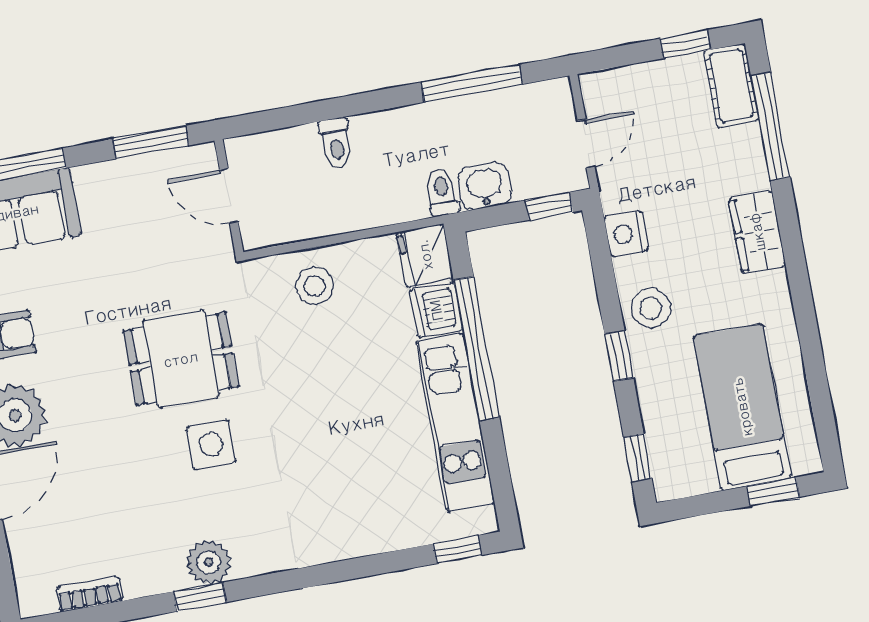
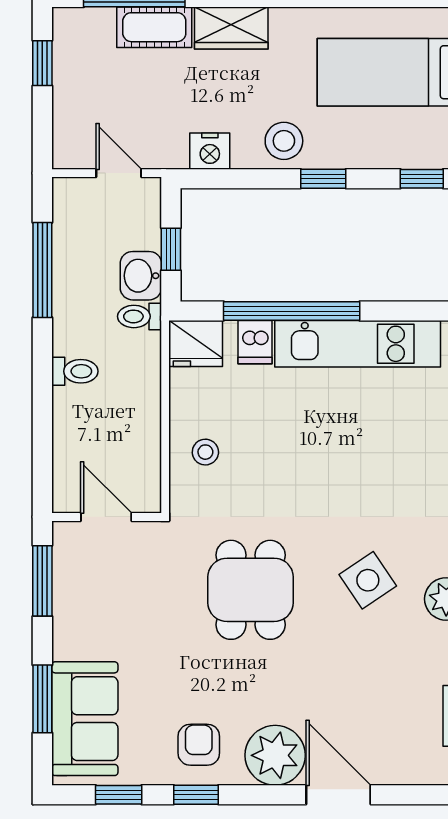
cot: (731, 86) -> (154, 27), moved
toilet: (336, 143) -> (75, 371), moved
door: (229, 196) -> (106, 517), swing flipped
window: (549, 206) -> (171, 249), moved
stool: (315, 286) -> (205, 452), width x0.73, depth x0.73
dishwasher: (436, 310) -> (255, 342), width x0.73
side table: (211, 445) -> (368, 580), moved, turned -34

